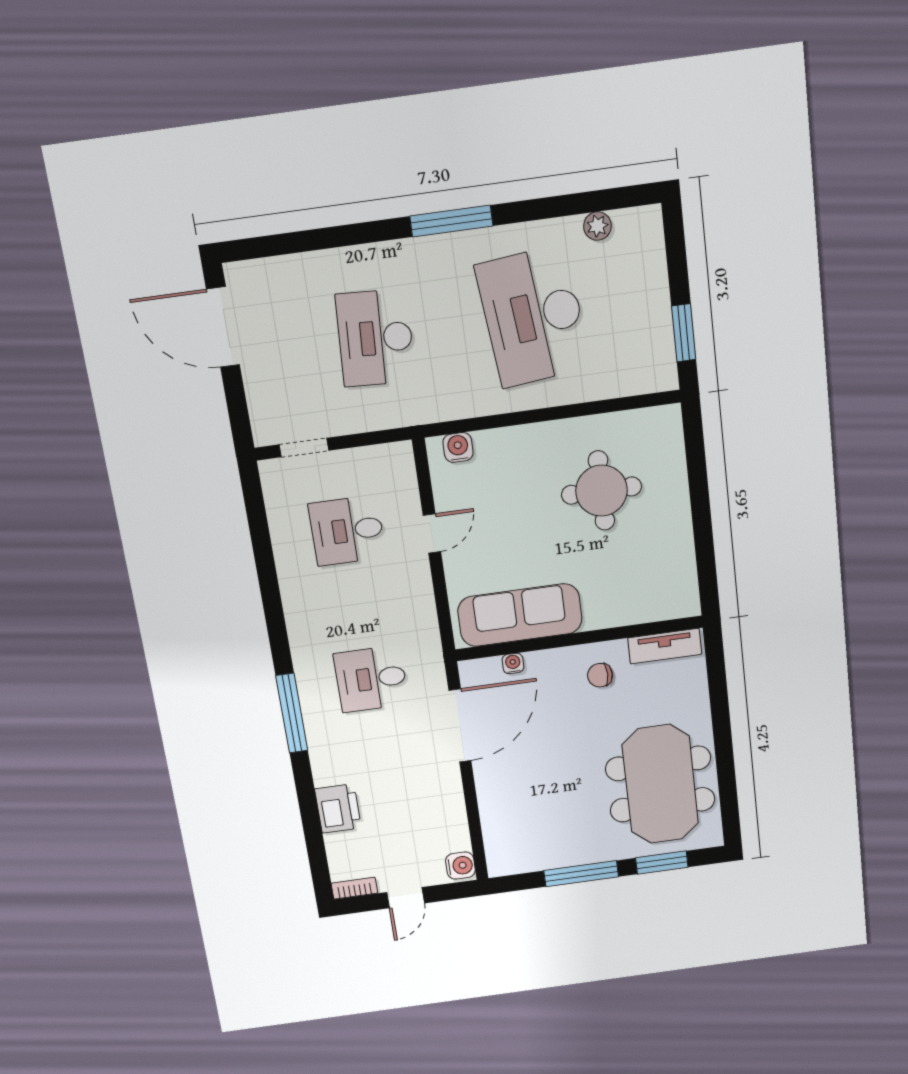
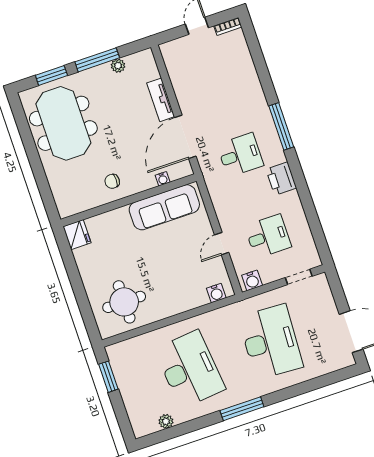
desk: (375, 338) -> (271, 342), width x1.36, depth x1.30
round table: (601, 491) -> (124, 302), moved
fridge: (681, 597) -> (77, 235), added
tv unit: (665, 646) -> (161, 100), moved, turned -90
chair: (600, 675) -> (112, 181), turned 180
printer: (338, 808) -> (281, 179), moved
plant: (549, 859) -> (118, 66), added
water cooler: (460, 866) -> (252, 280), moved, turned -90

